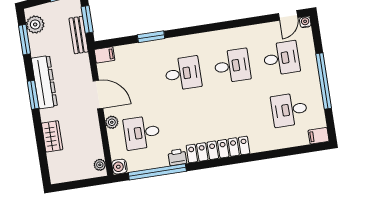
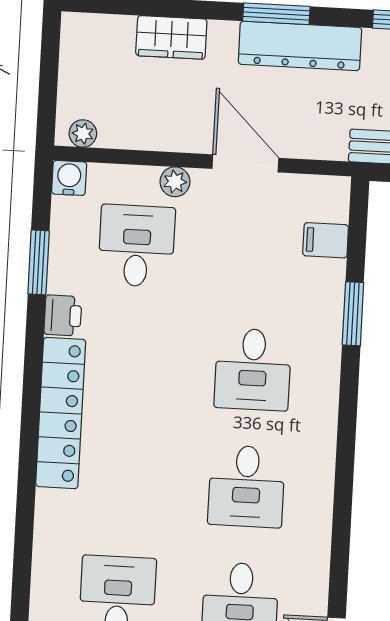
filing cabinet: (105, 55) -> (326, 240), moved, turned 90
door: (98, 95) -> (245, 163), swing flipped
window: (157, 172) -> (39, 262), width x0.47

